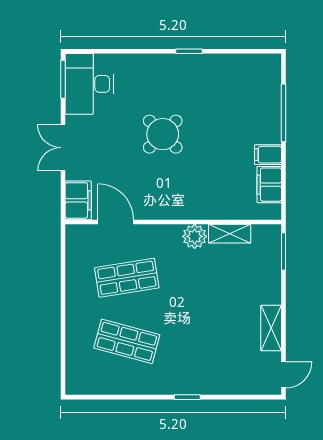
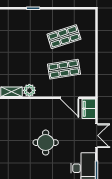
round table: (163, 134) -> (46, 143), turned 45
shop shelf: (127, 341) -> (64, 37), turned -33

